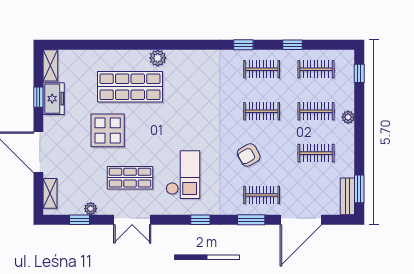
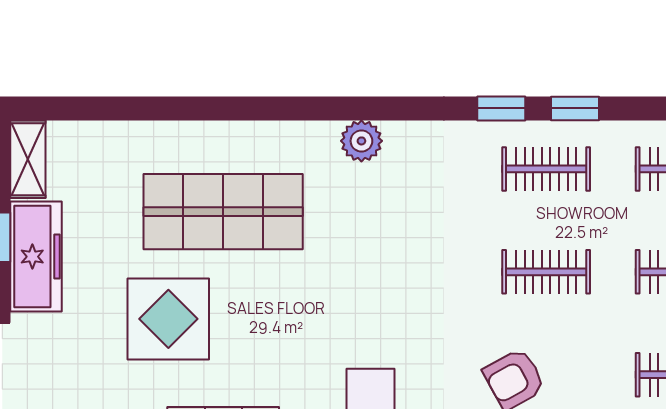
window: (293, 45) -> (575, 108), moved
plant: (158, 58) -> (361, 141), moved
freezer: (54, 99) -> (36, 257), width x1.40

